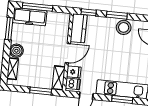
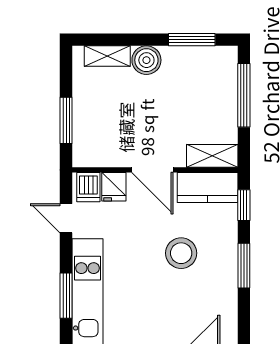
freezer: (30, 17) -> (221, 81), removed
stool: (124, 27) -> (181, 253), moved
shelving: (59, 78) -> (212, 156), moved

